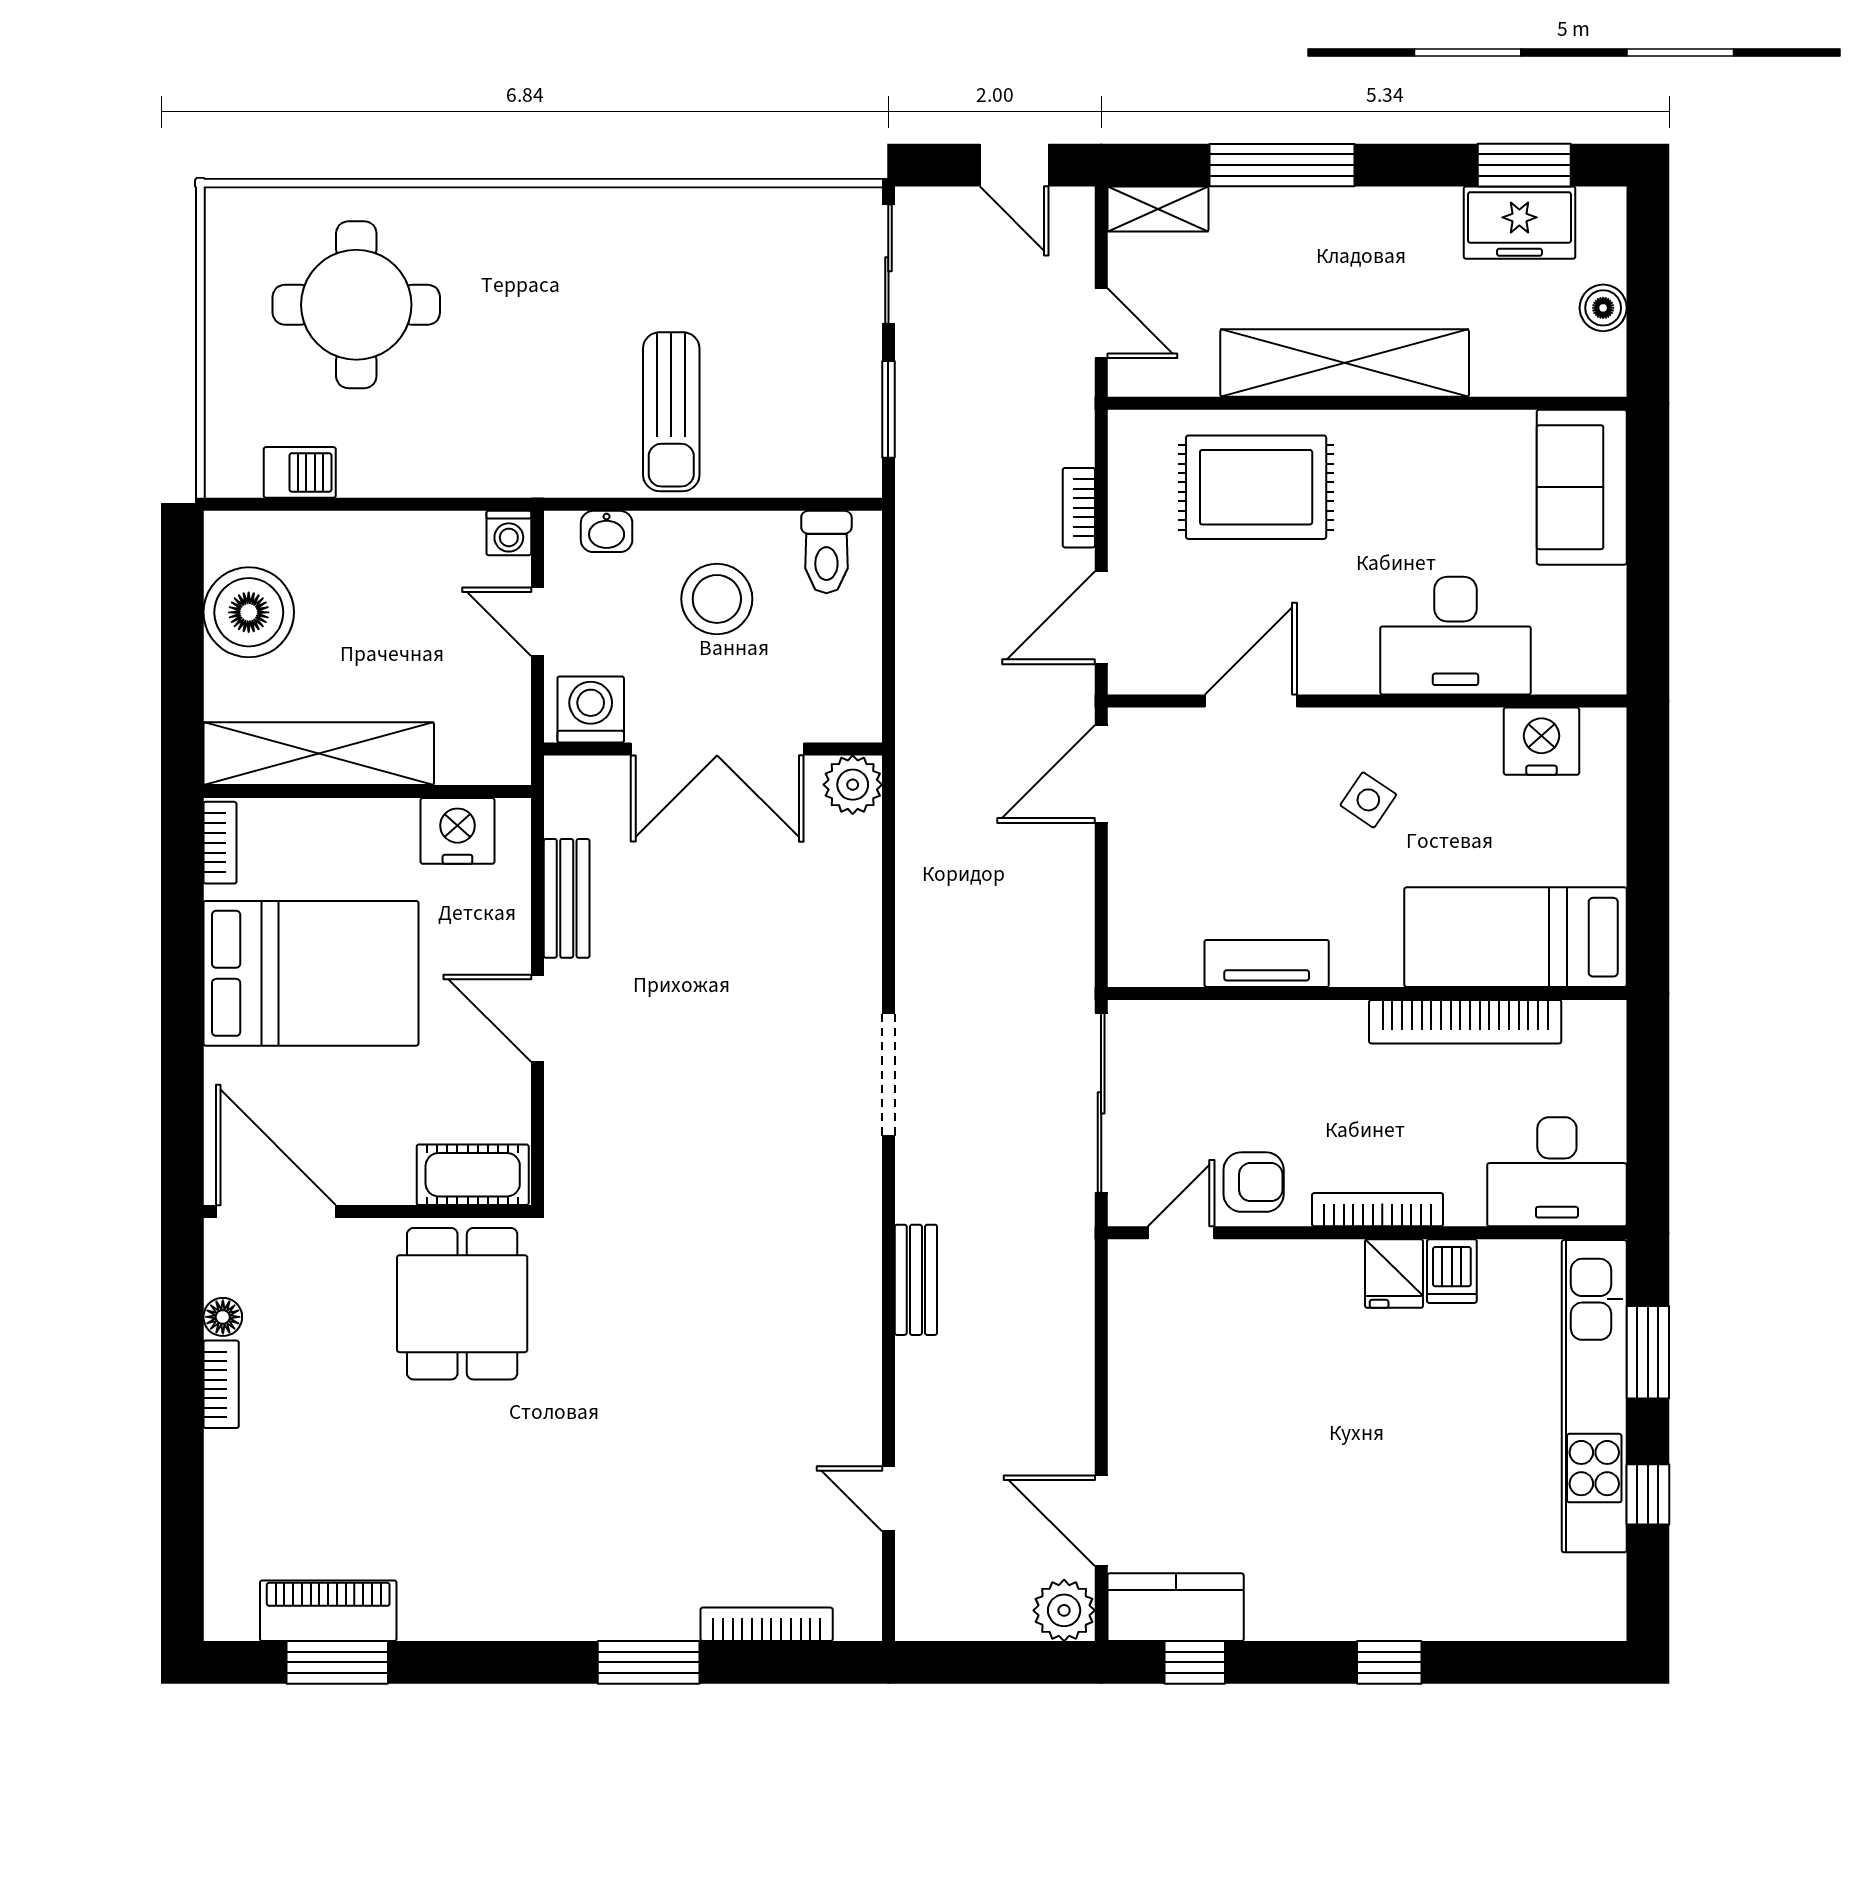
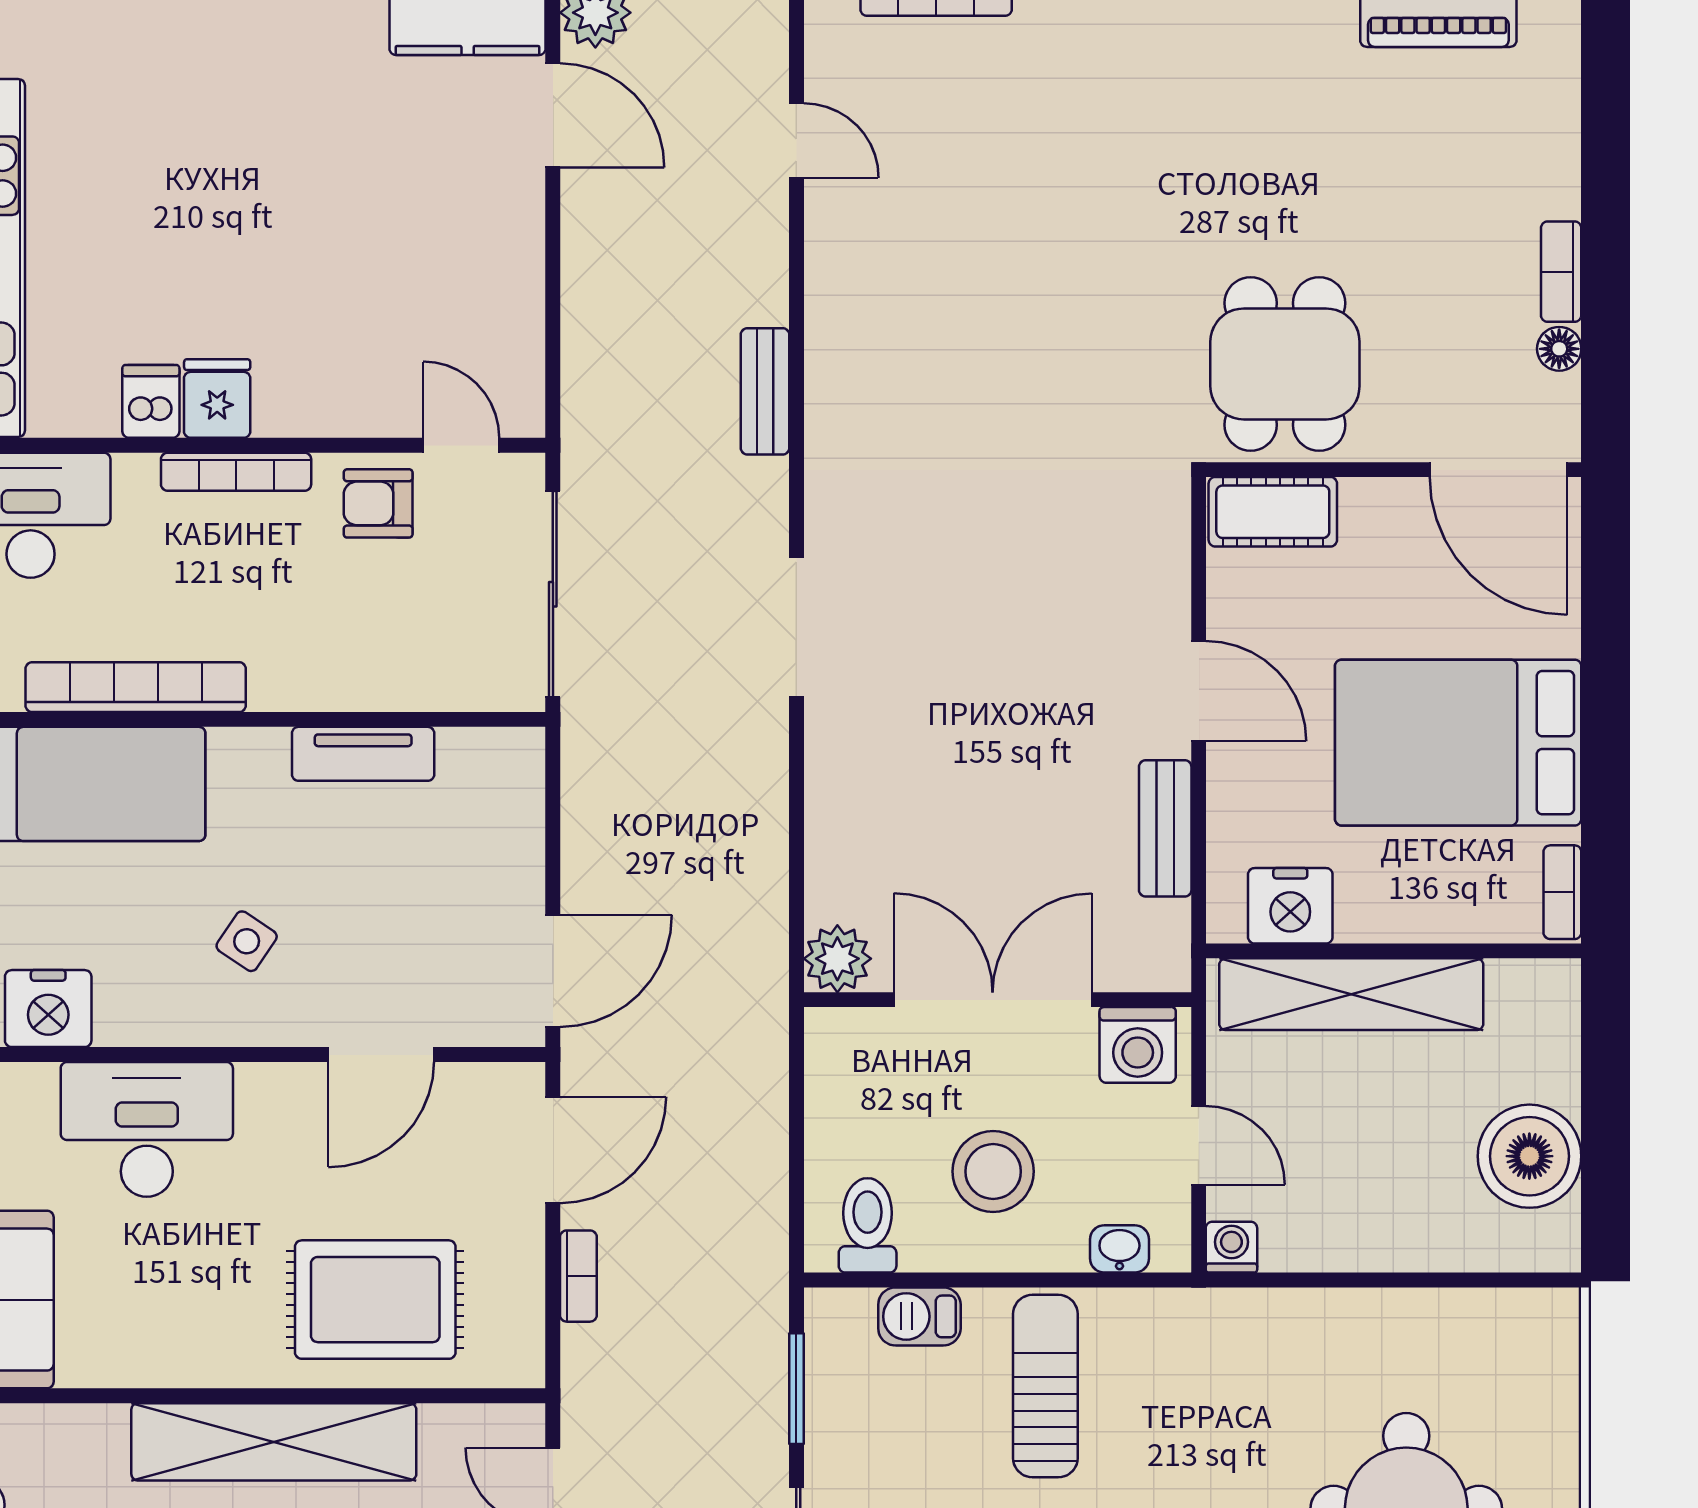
barbecue: (300, 472) -> (919, 1316), moved
shelving: (319, 754) -> (1351, 994), moved
door: (1181, 1233) -> (461, 445), swing flipped

